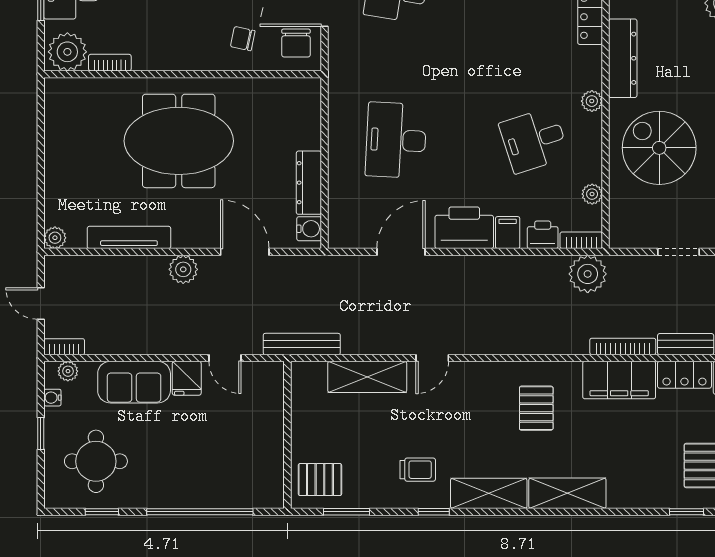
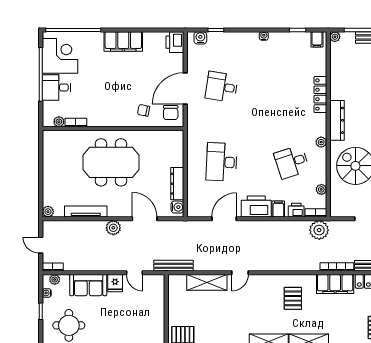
plant: (67, 52) -> (59, 122), width x0.53, depth x0.53
trolley: (418, 470) -> (233, 330), removed

